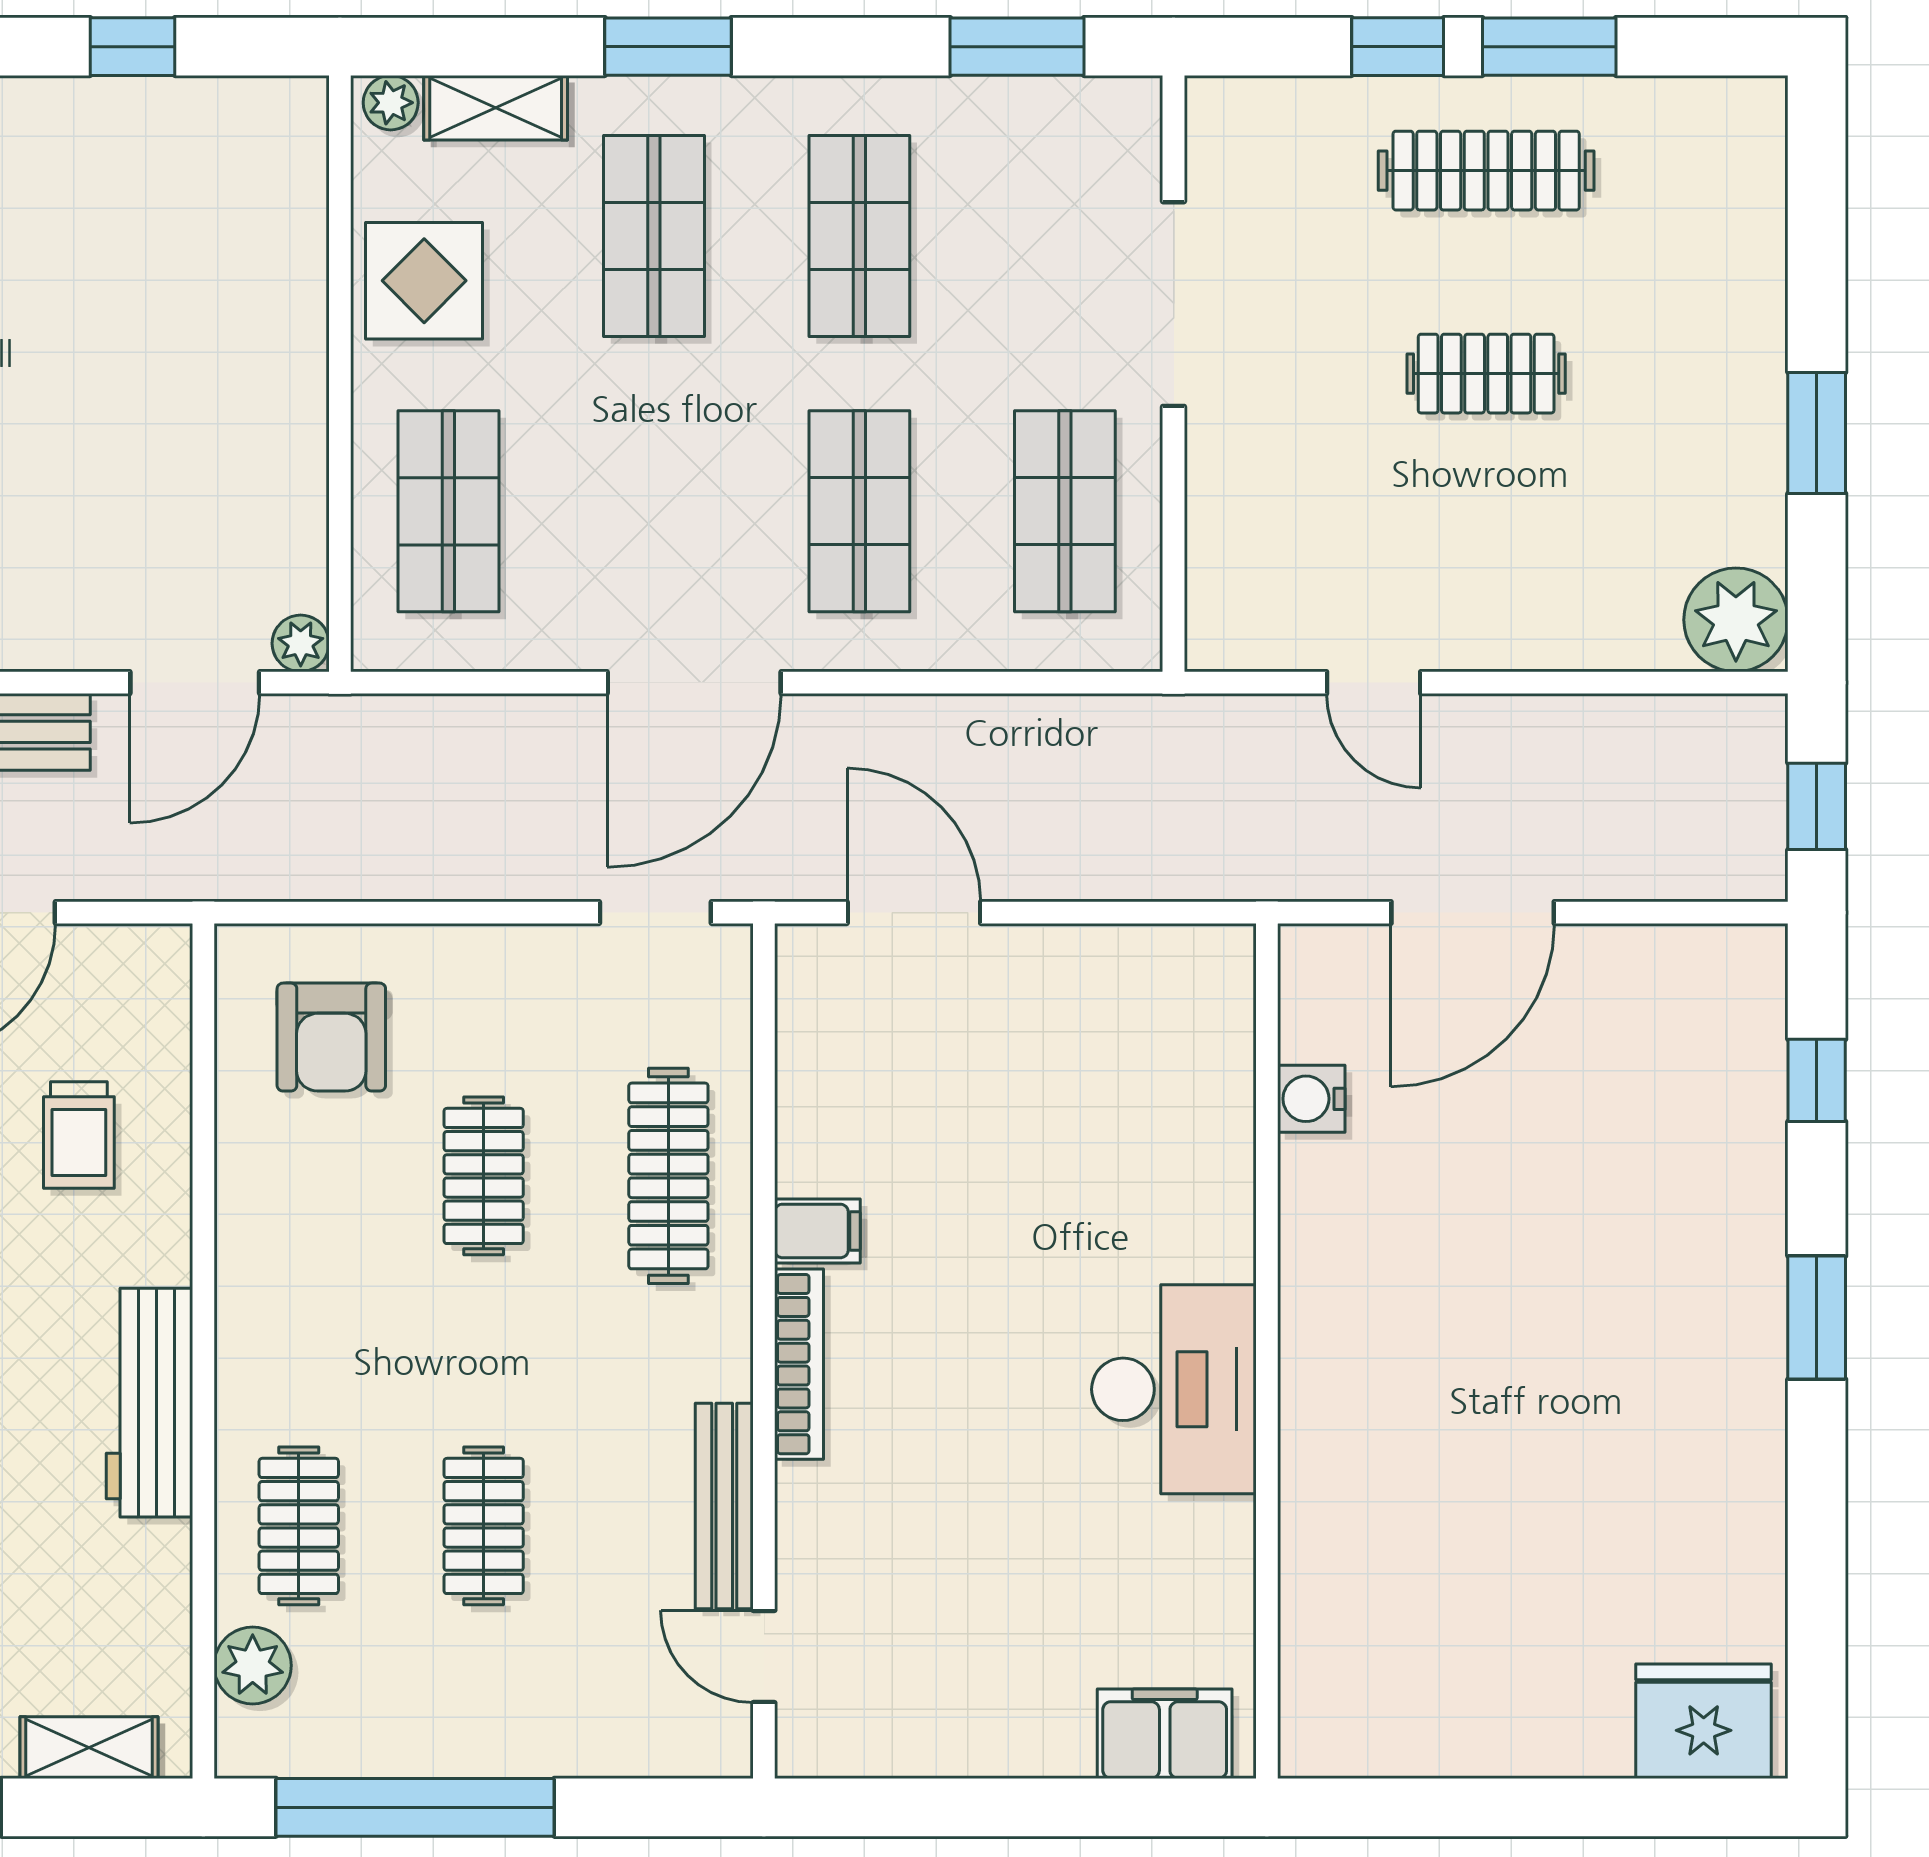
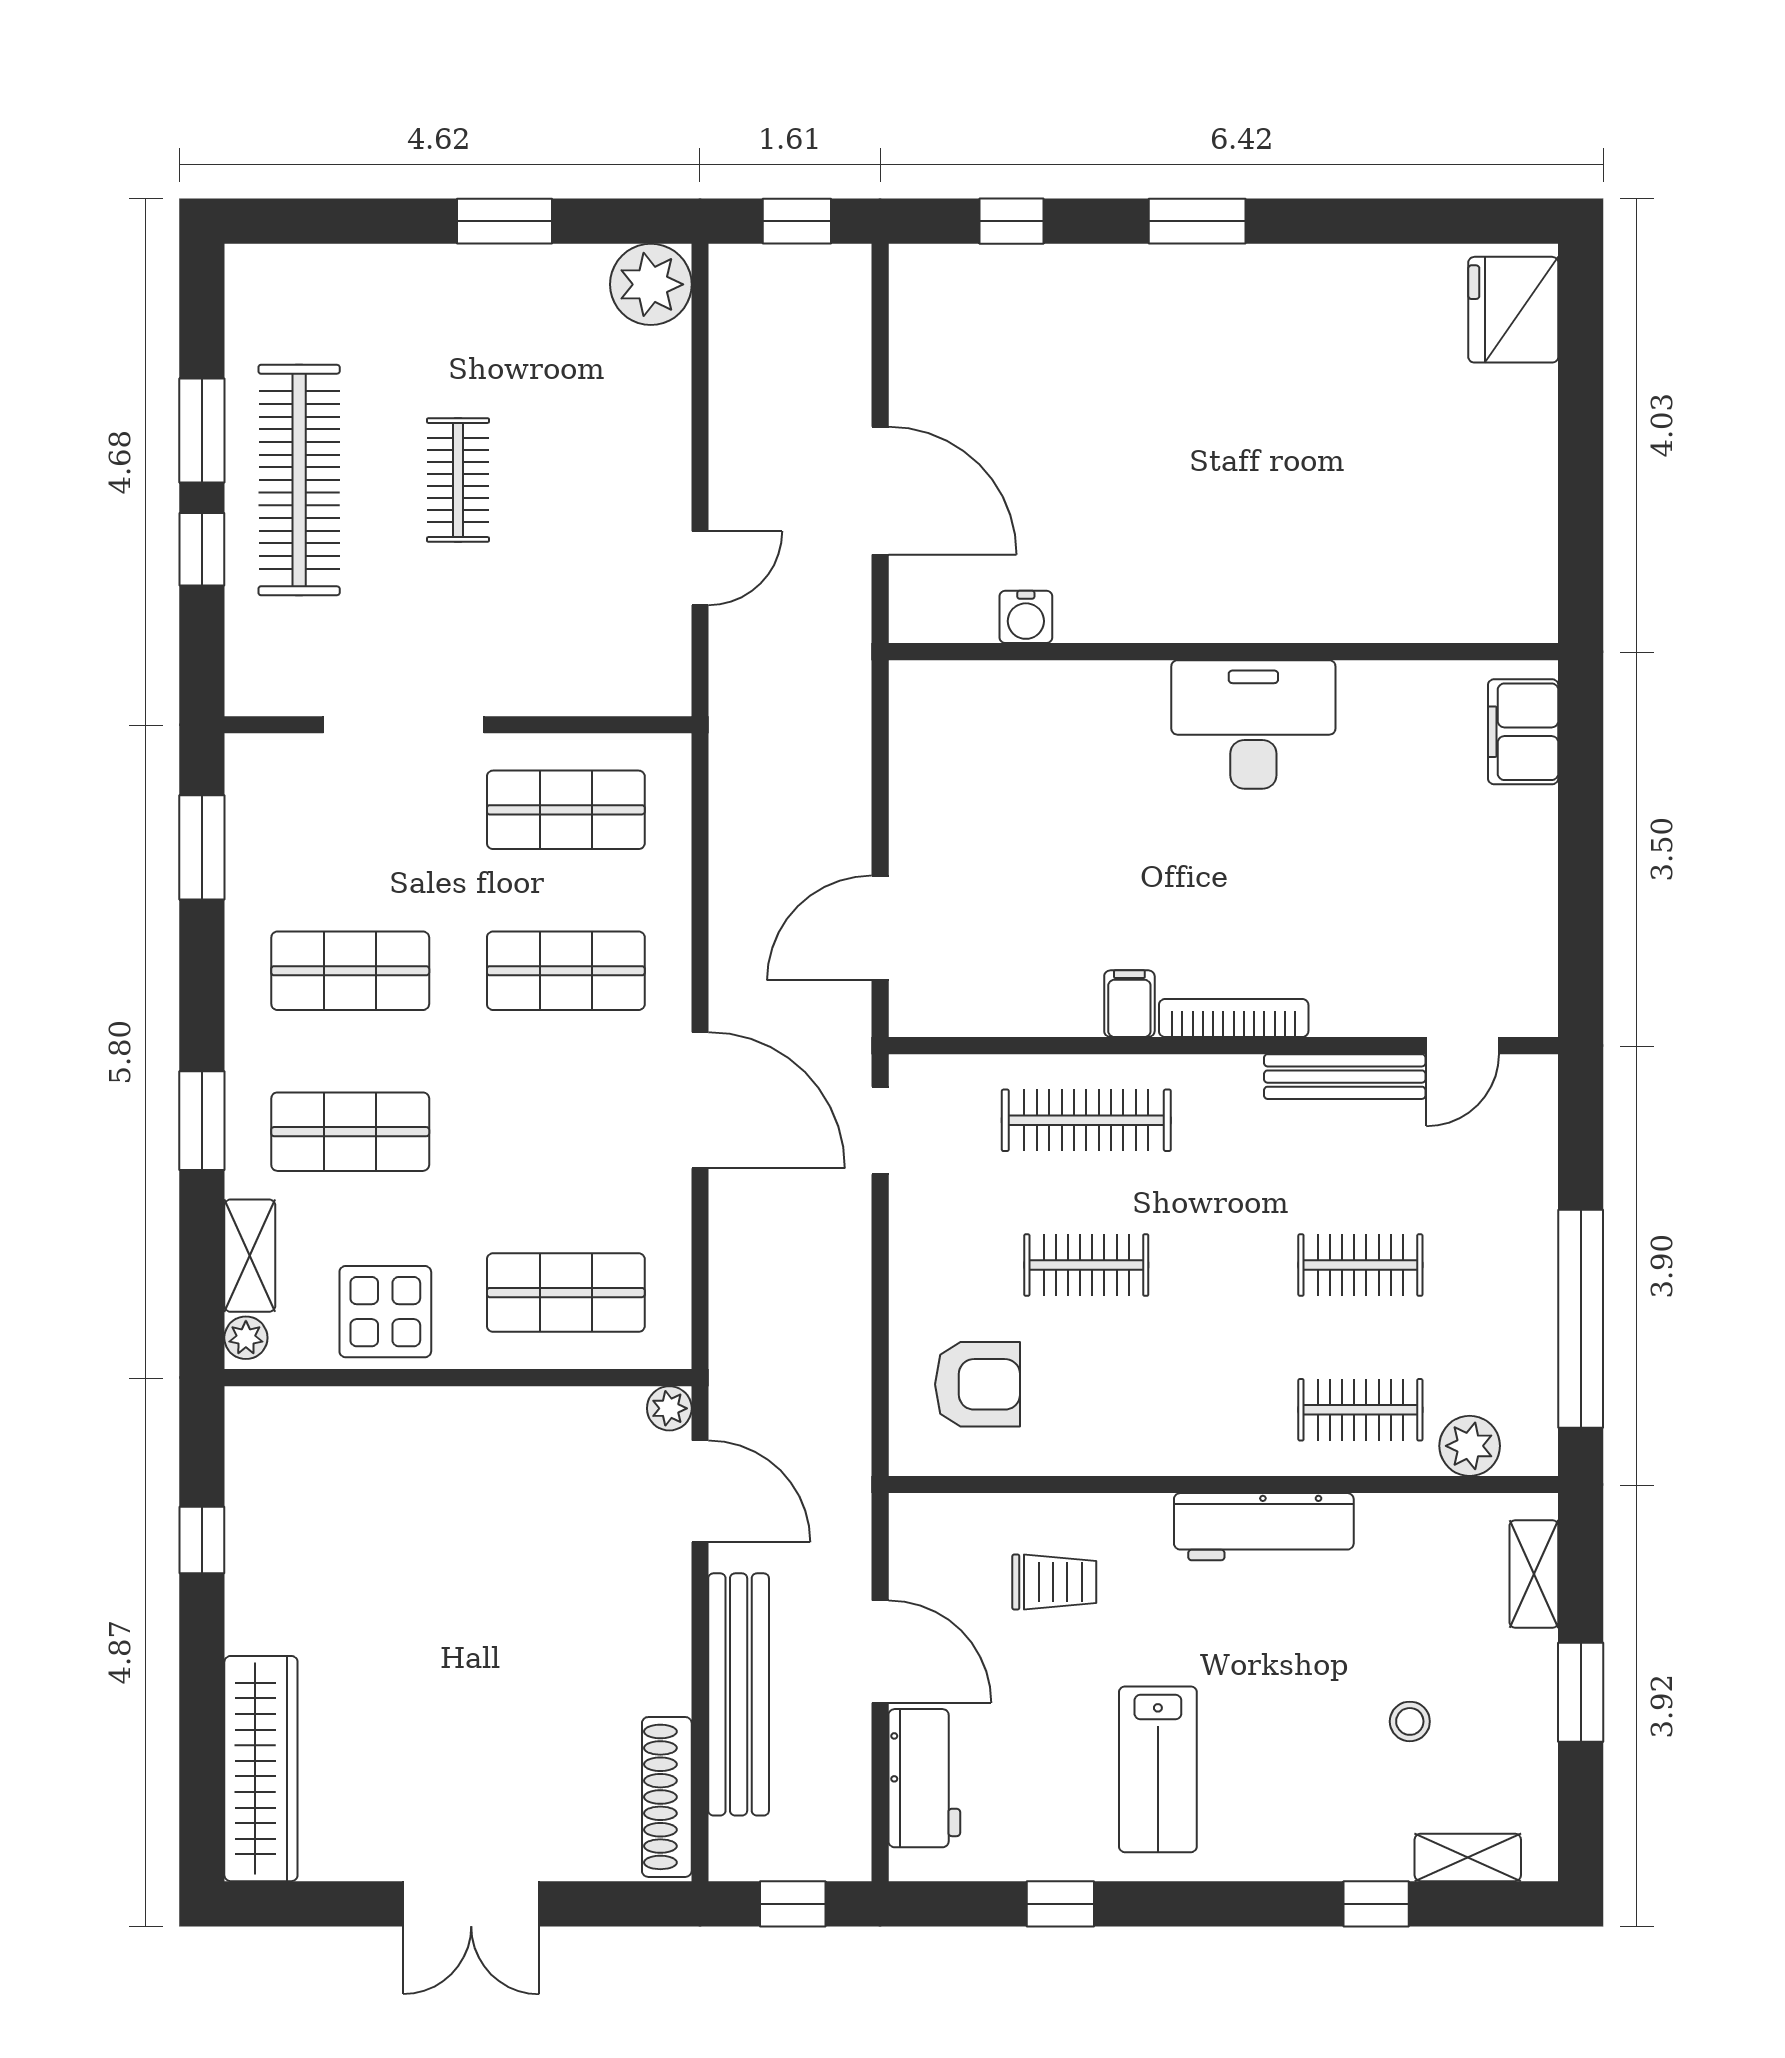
clothes rail: (1486, 171) -> (299, 480), width x1.37, depth x1.31

